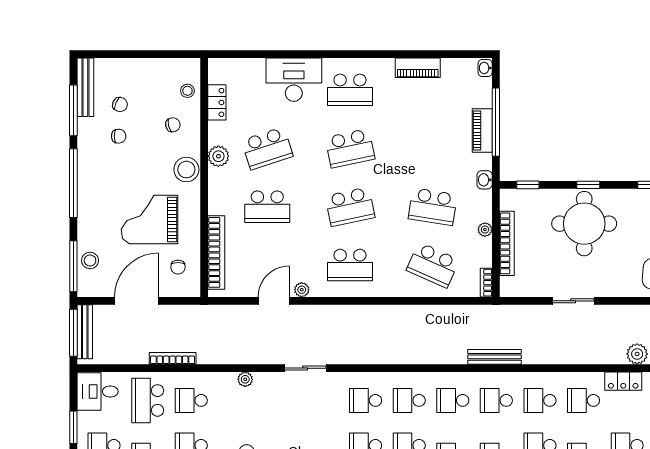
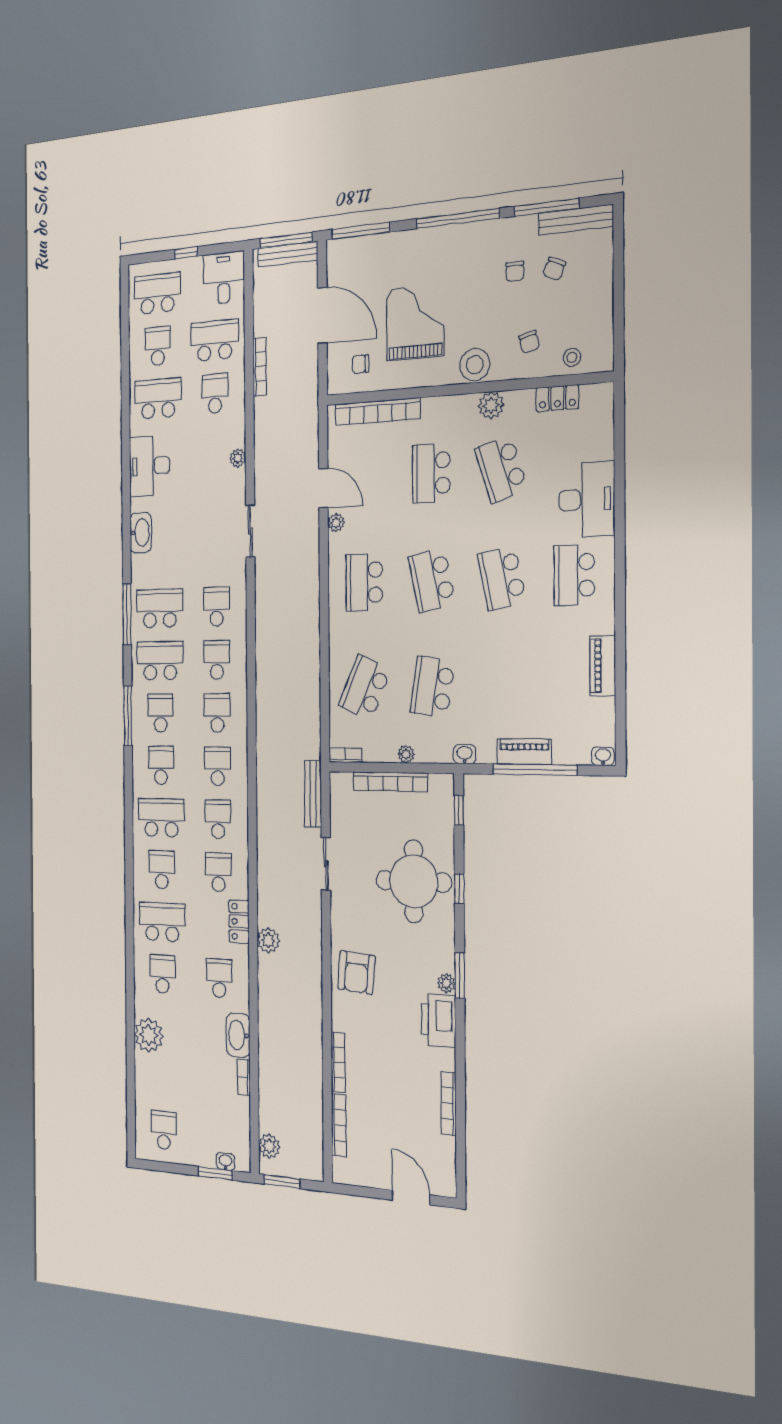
stool: (90, 260) -> (367, 251), removed
bench: (494, 357) -> (313, 794), moved
window: (73, 427) -> (186, 253), width x0.67

